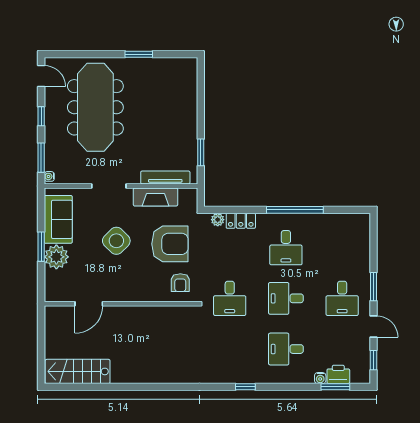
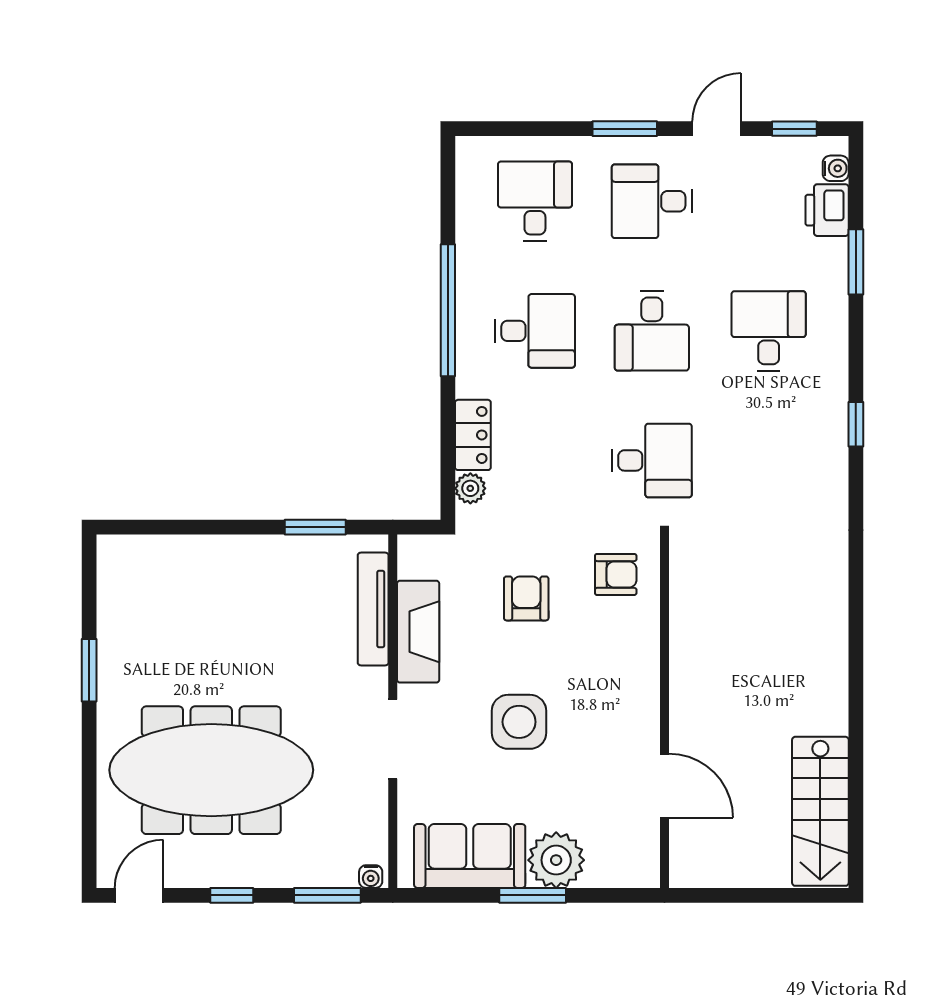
side table: (116, 241) -> (519, 722), turned 45
armchair: (170, 244) -> (526, 598), width x0.53, depth x0.53
desk: (342, 248) -> (535, 201), added
desk: (342, 298) -> (652, 201), turned 180
desk: (286, 349) -> (769, 331), turned 180
water cooler: (320, 378) -> (836, 168), moved
window: (335, 387) -> (856, 262), moved

